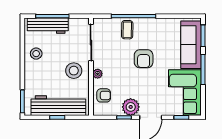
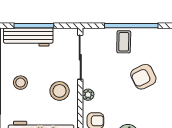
stool: (36, 54) -> (20, 83), moved
armchair: (144, 59) -> (143, 77), turned 64

